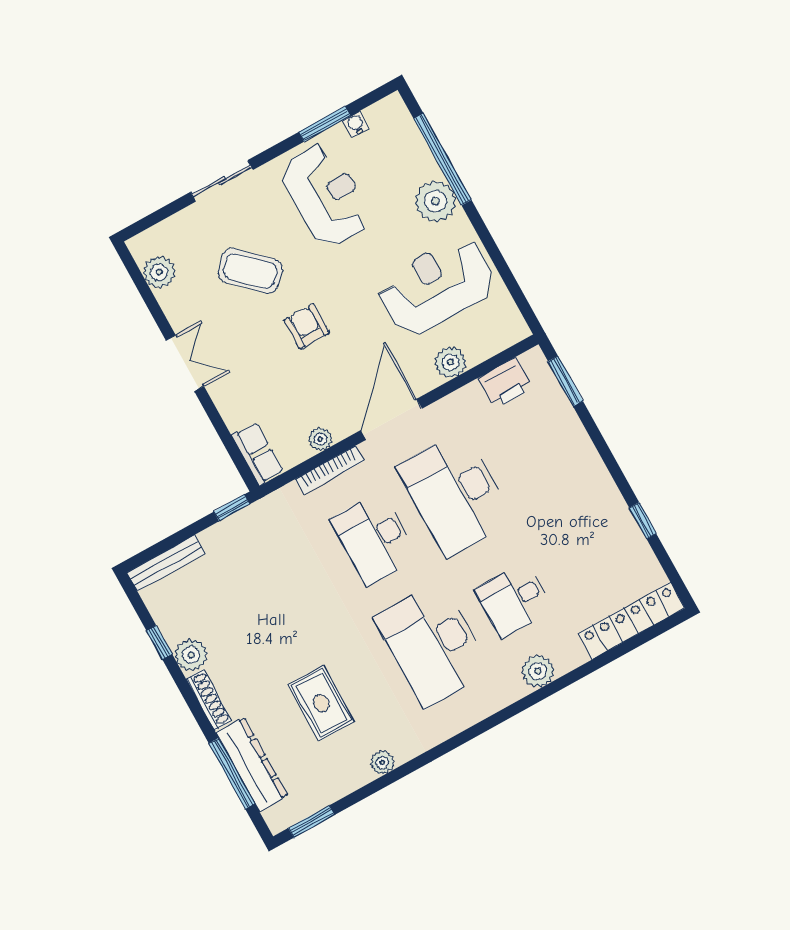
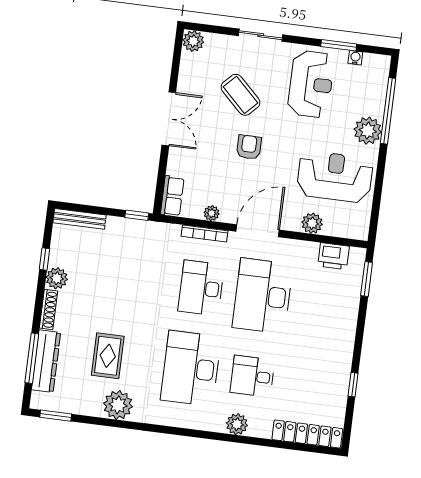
plant: (159, 272) -> (193, 41), moved
double door: (185, 363) -> (169, 119), width x1.37
plant: (382, 762) -> (118, 405), width x1.87, depth x1.87

